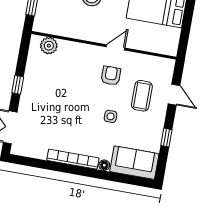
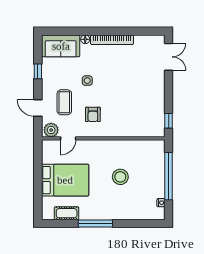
plant: (49, 46) -> (51, 130), moved
door: (116, 47) -> (68, 138), moved
window: (18, 85) -> (169, 121), moved

